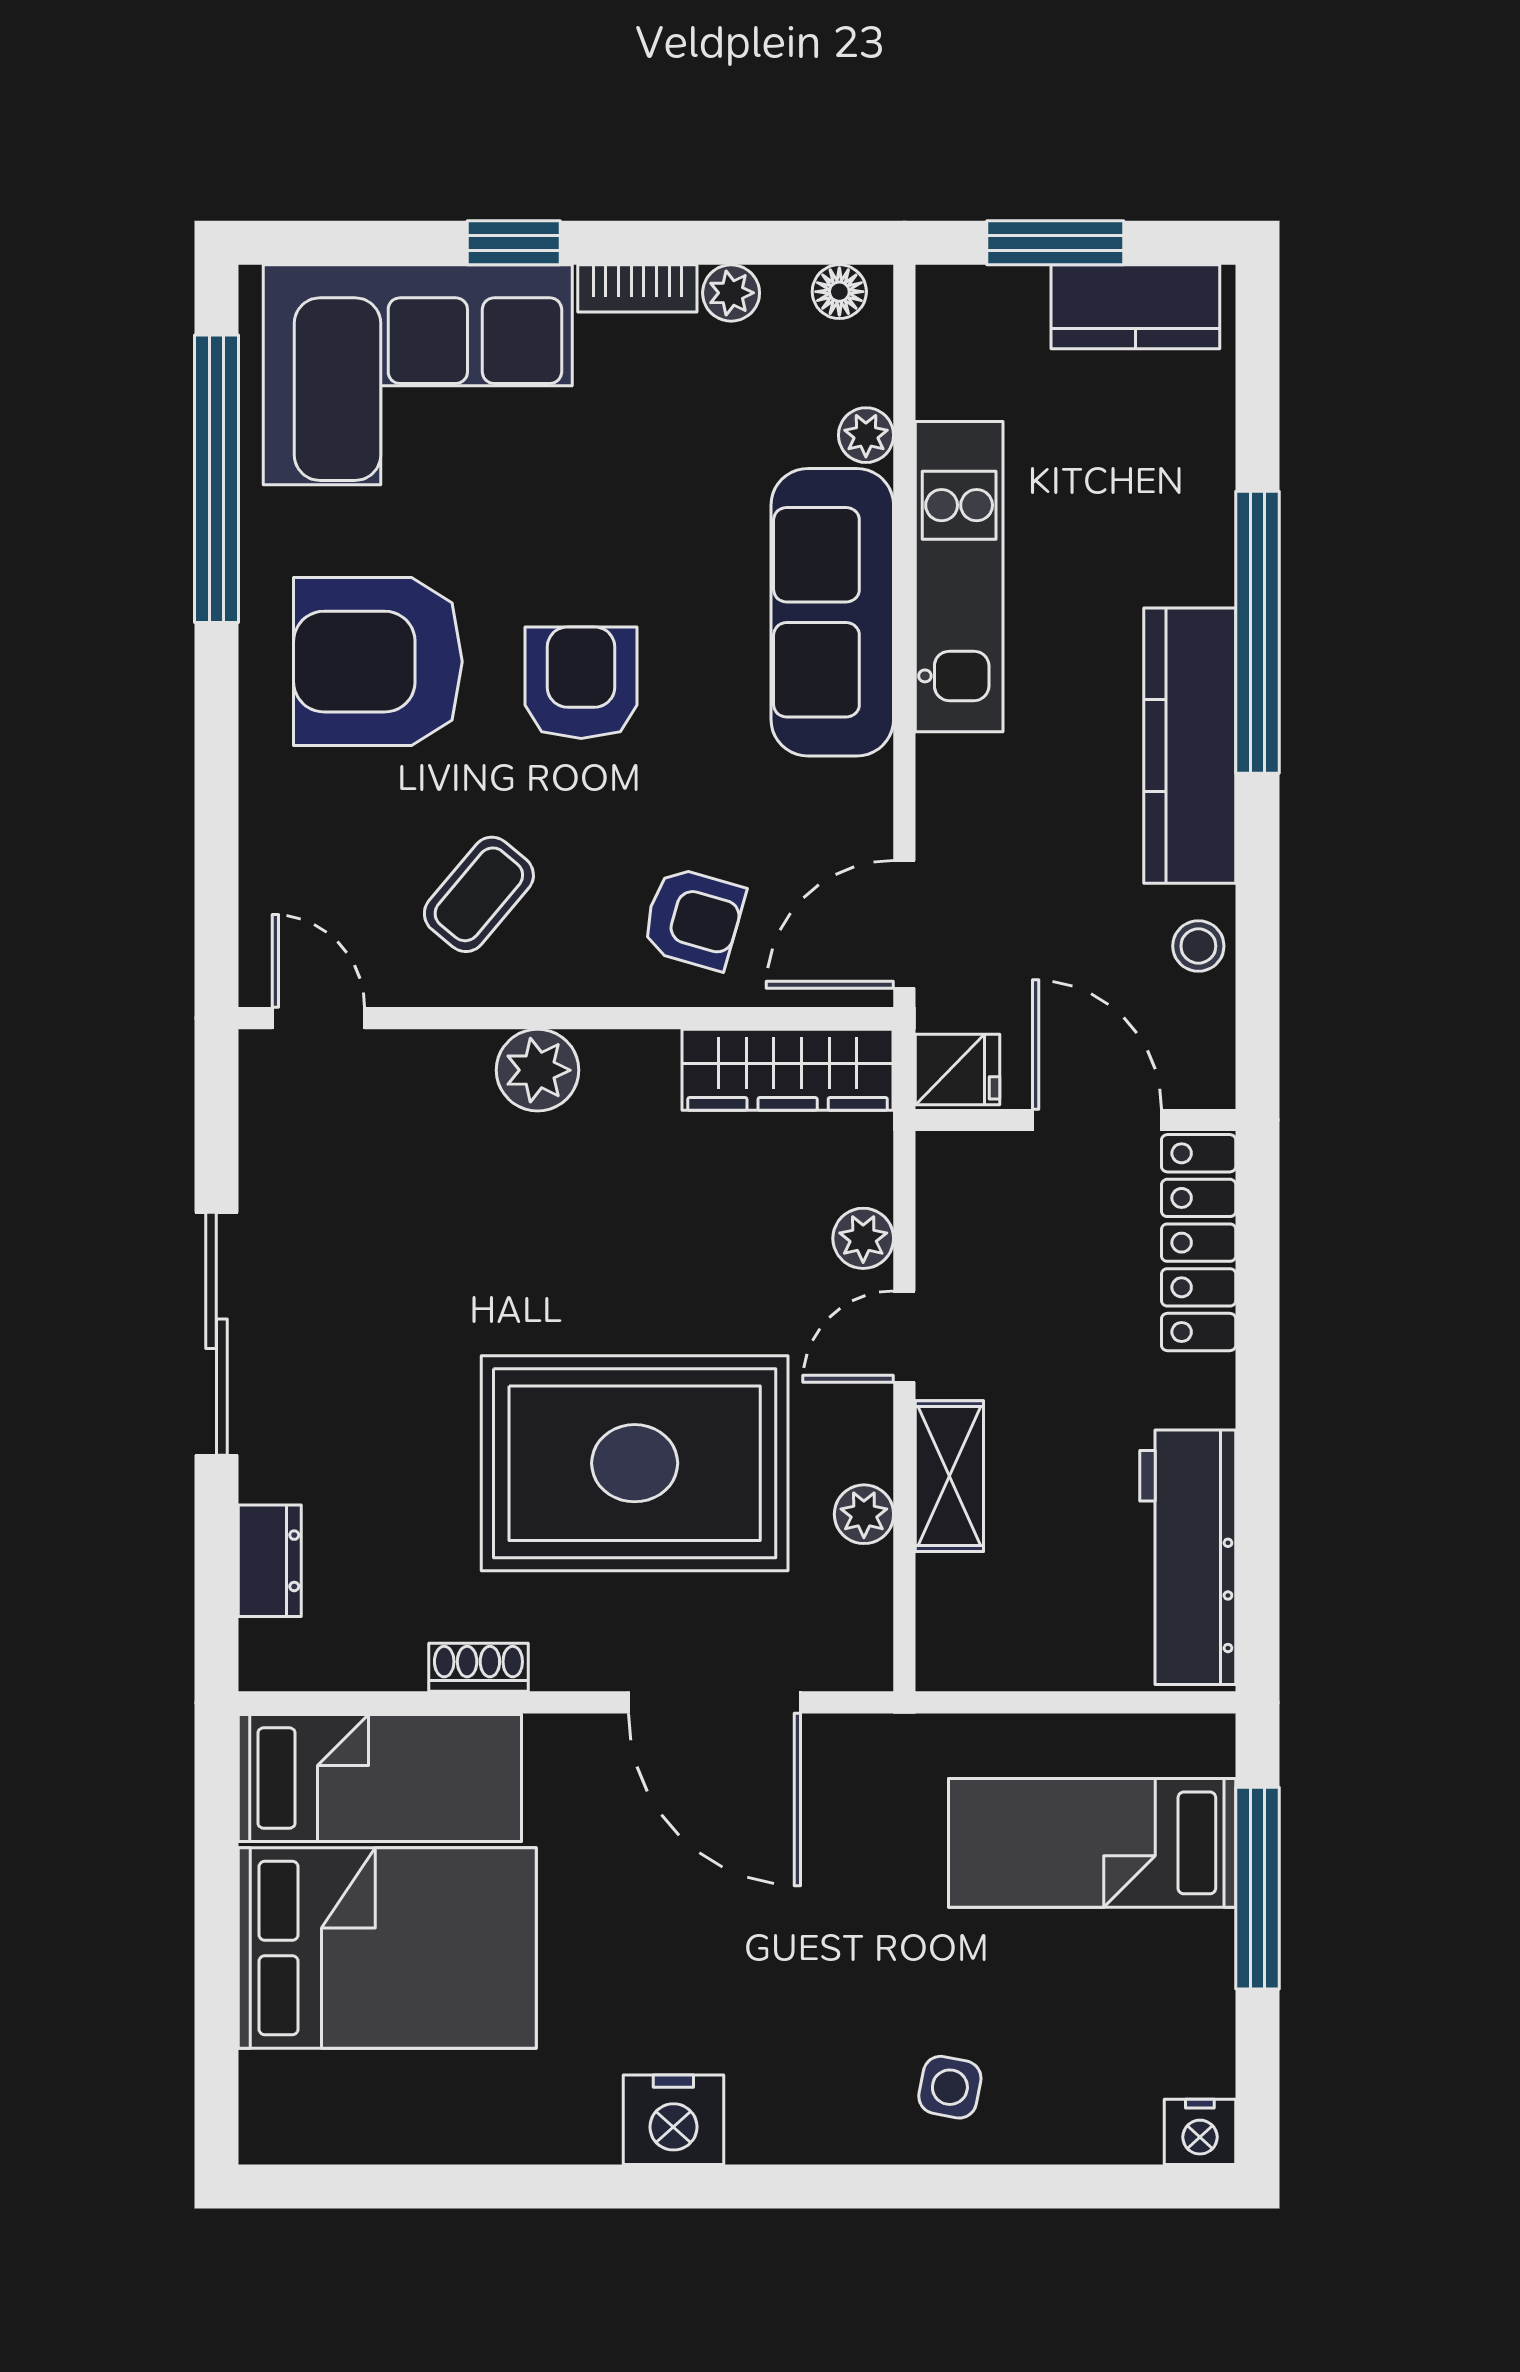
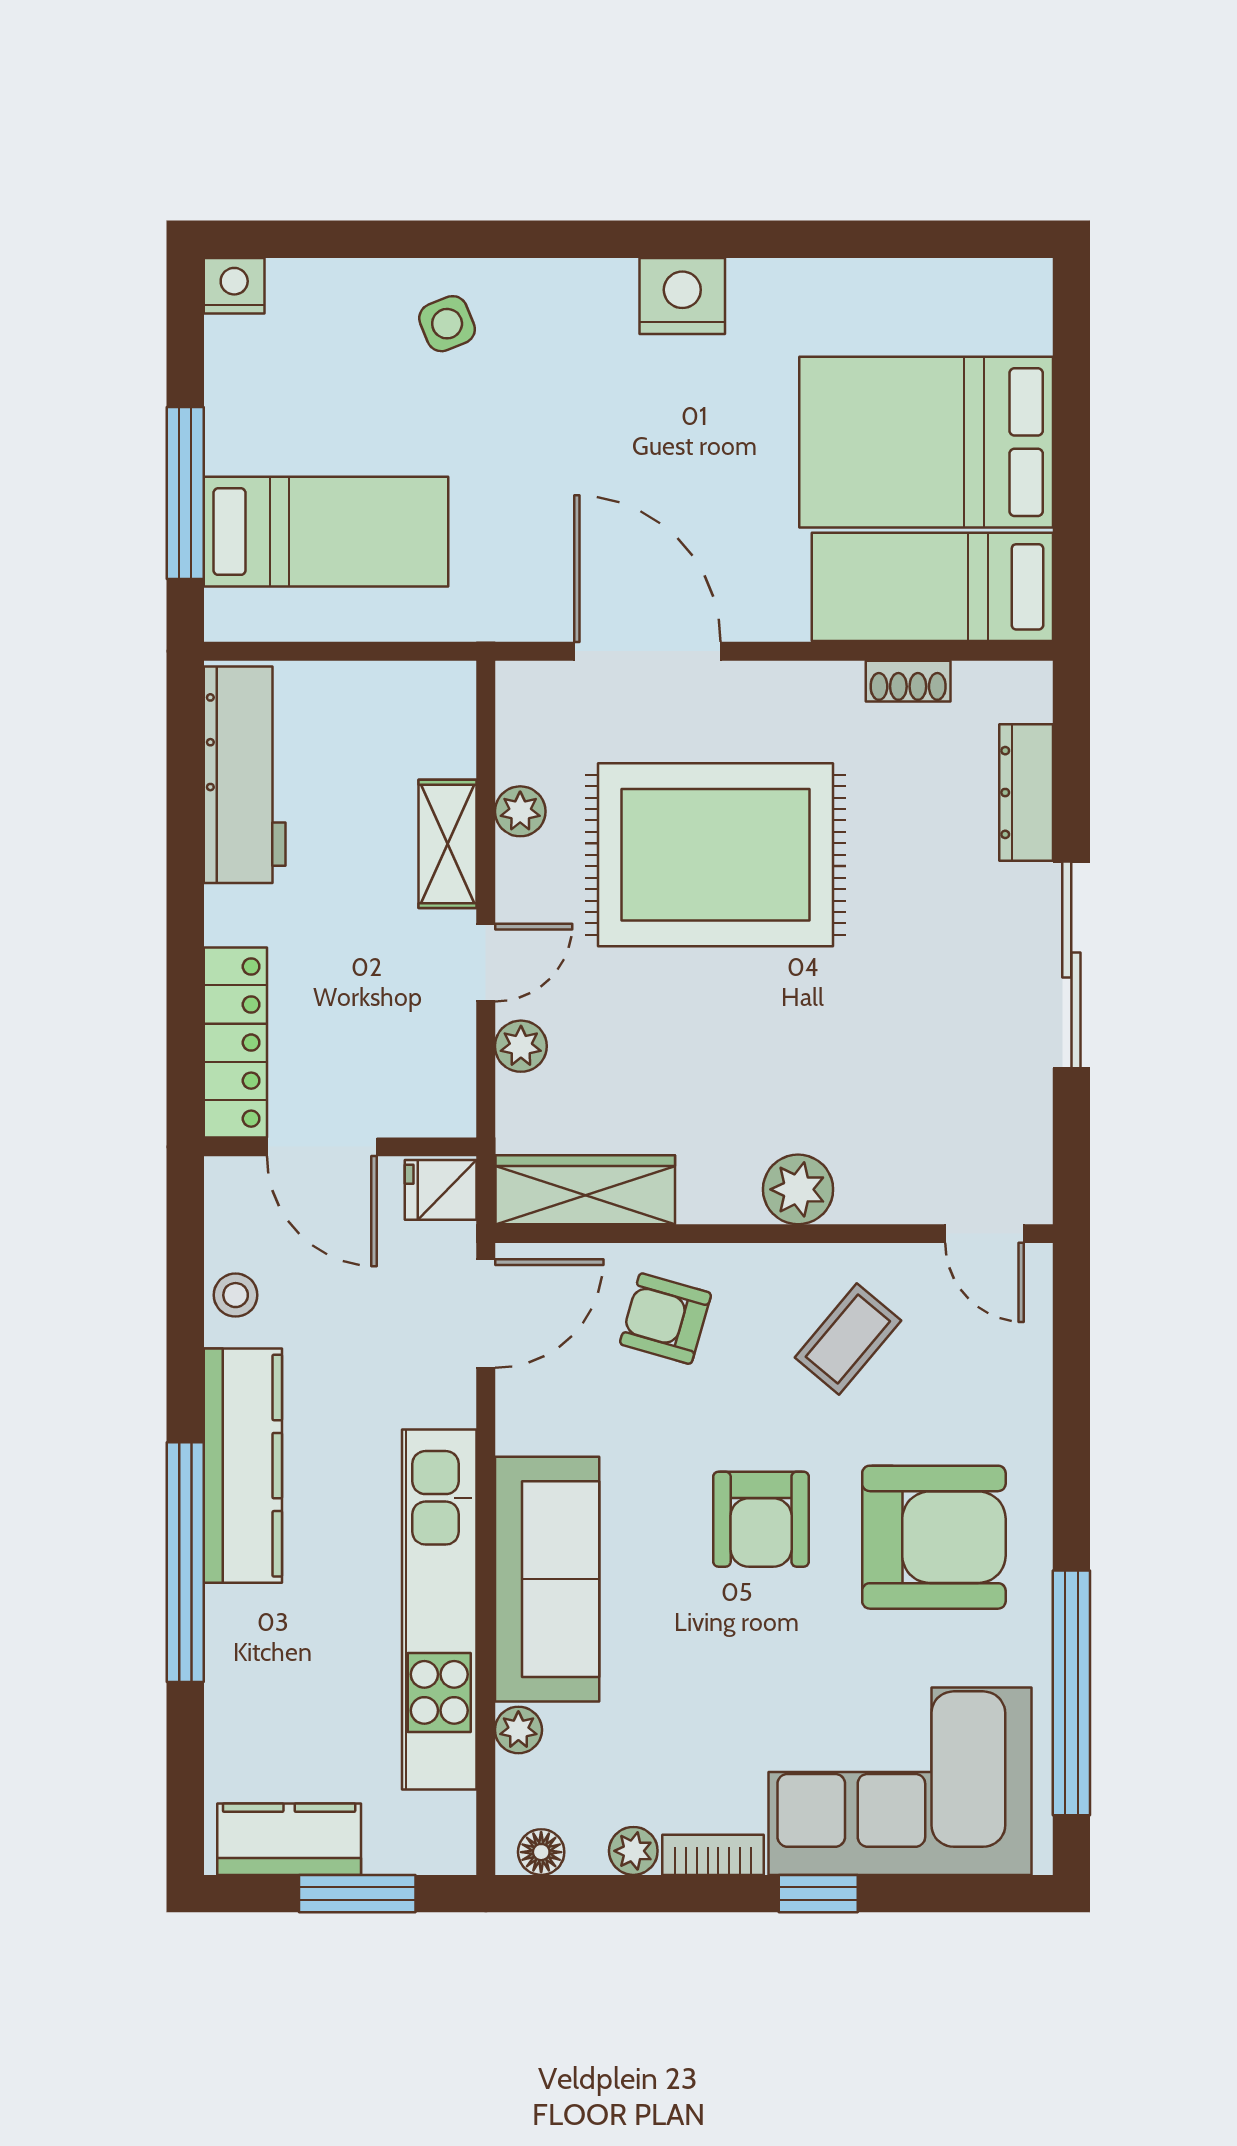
kitchen unit: (959, 577) -> (439, 1610), width x1.36
dresser: (270, 1561) -> (1026, 793), width x1.44
shoe rack: (478, 1667) -> (908, 681), moved
side table: (950, 2087) -> (447, 324), turned -33

